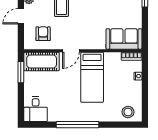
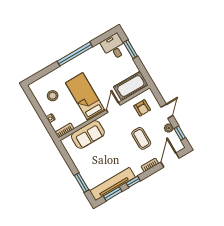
sofa: (124, 39) -> (88, 134), moved
window: (21, 72) -> (130, 49), moved
stool: (128, 112) -> (53, 96), moved

